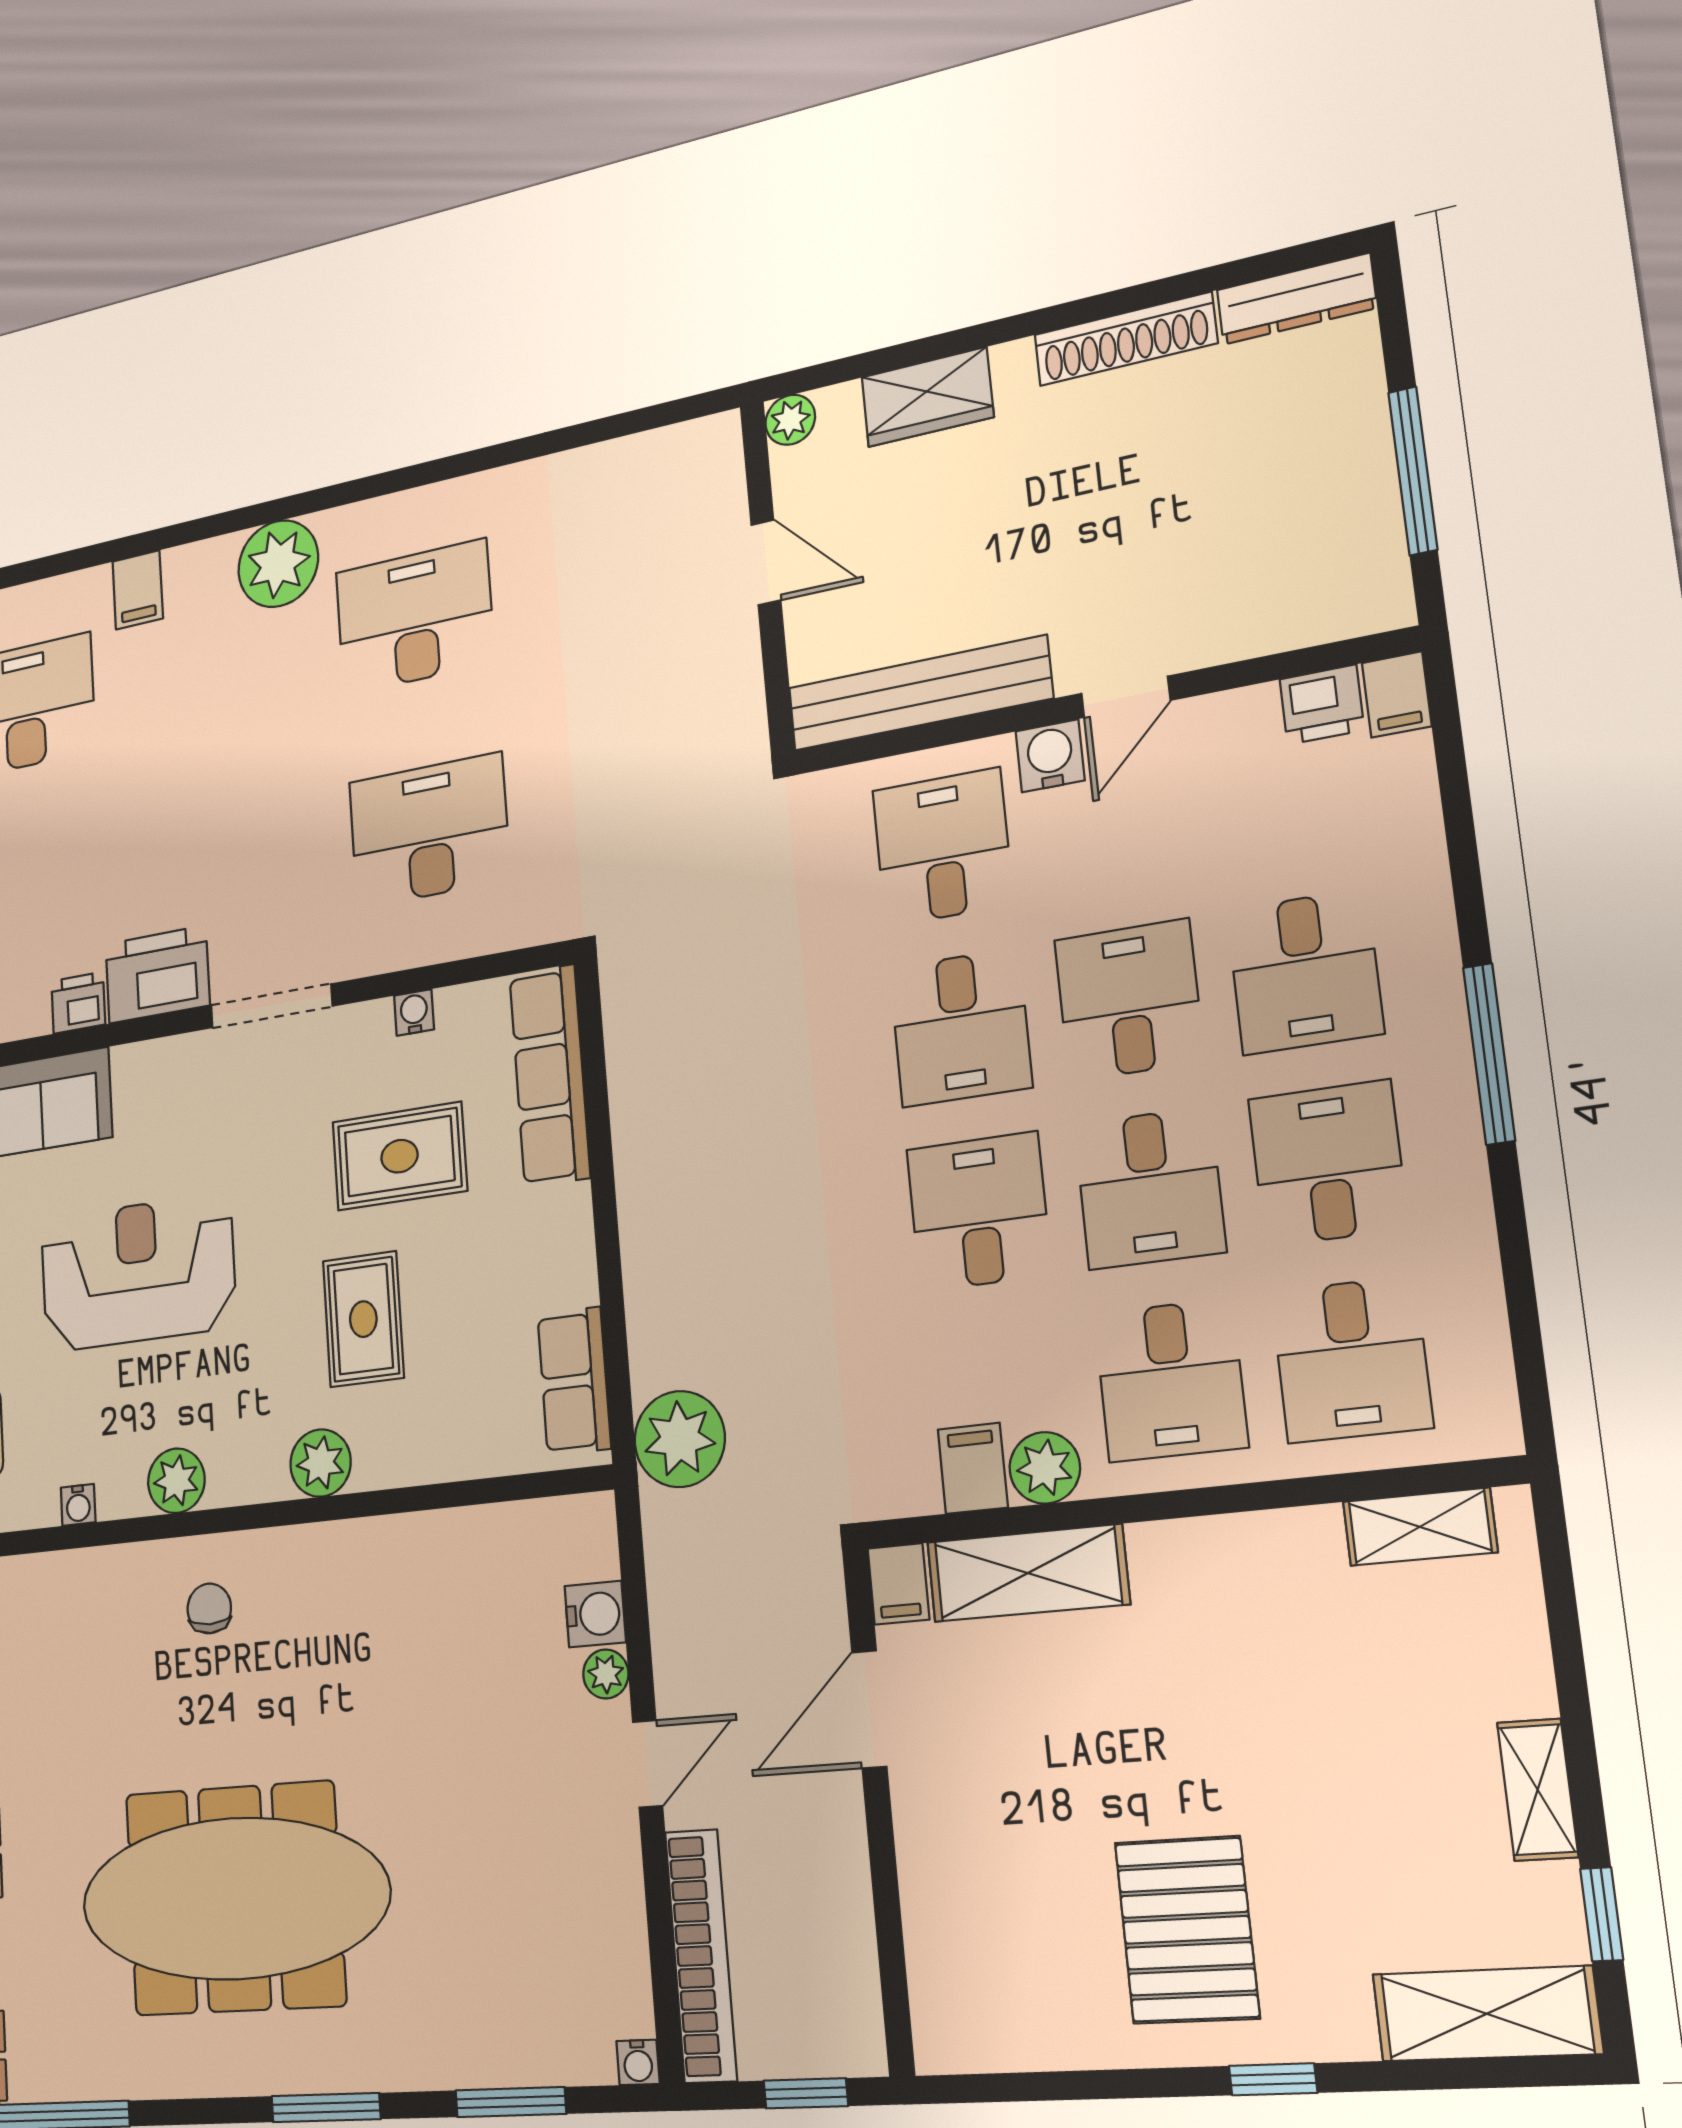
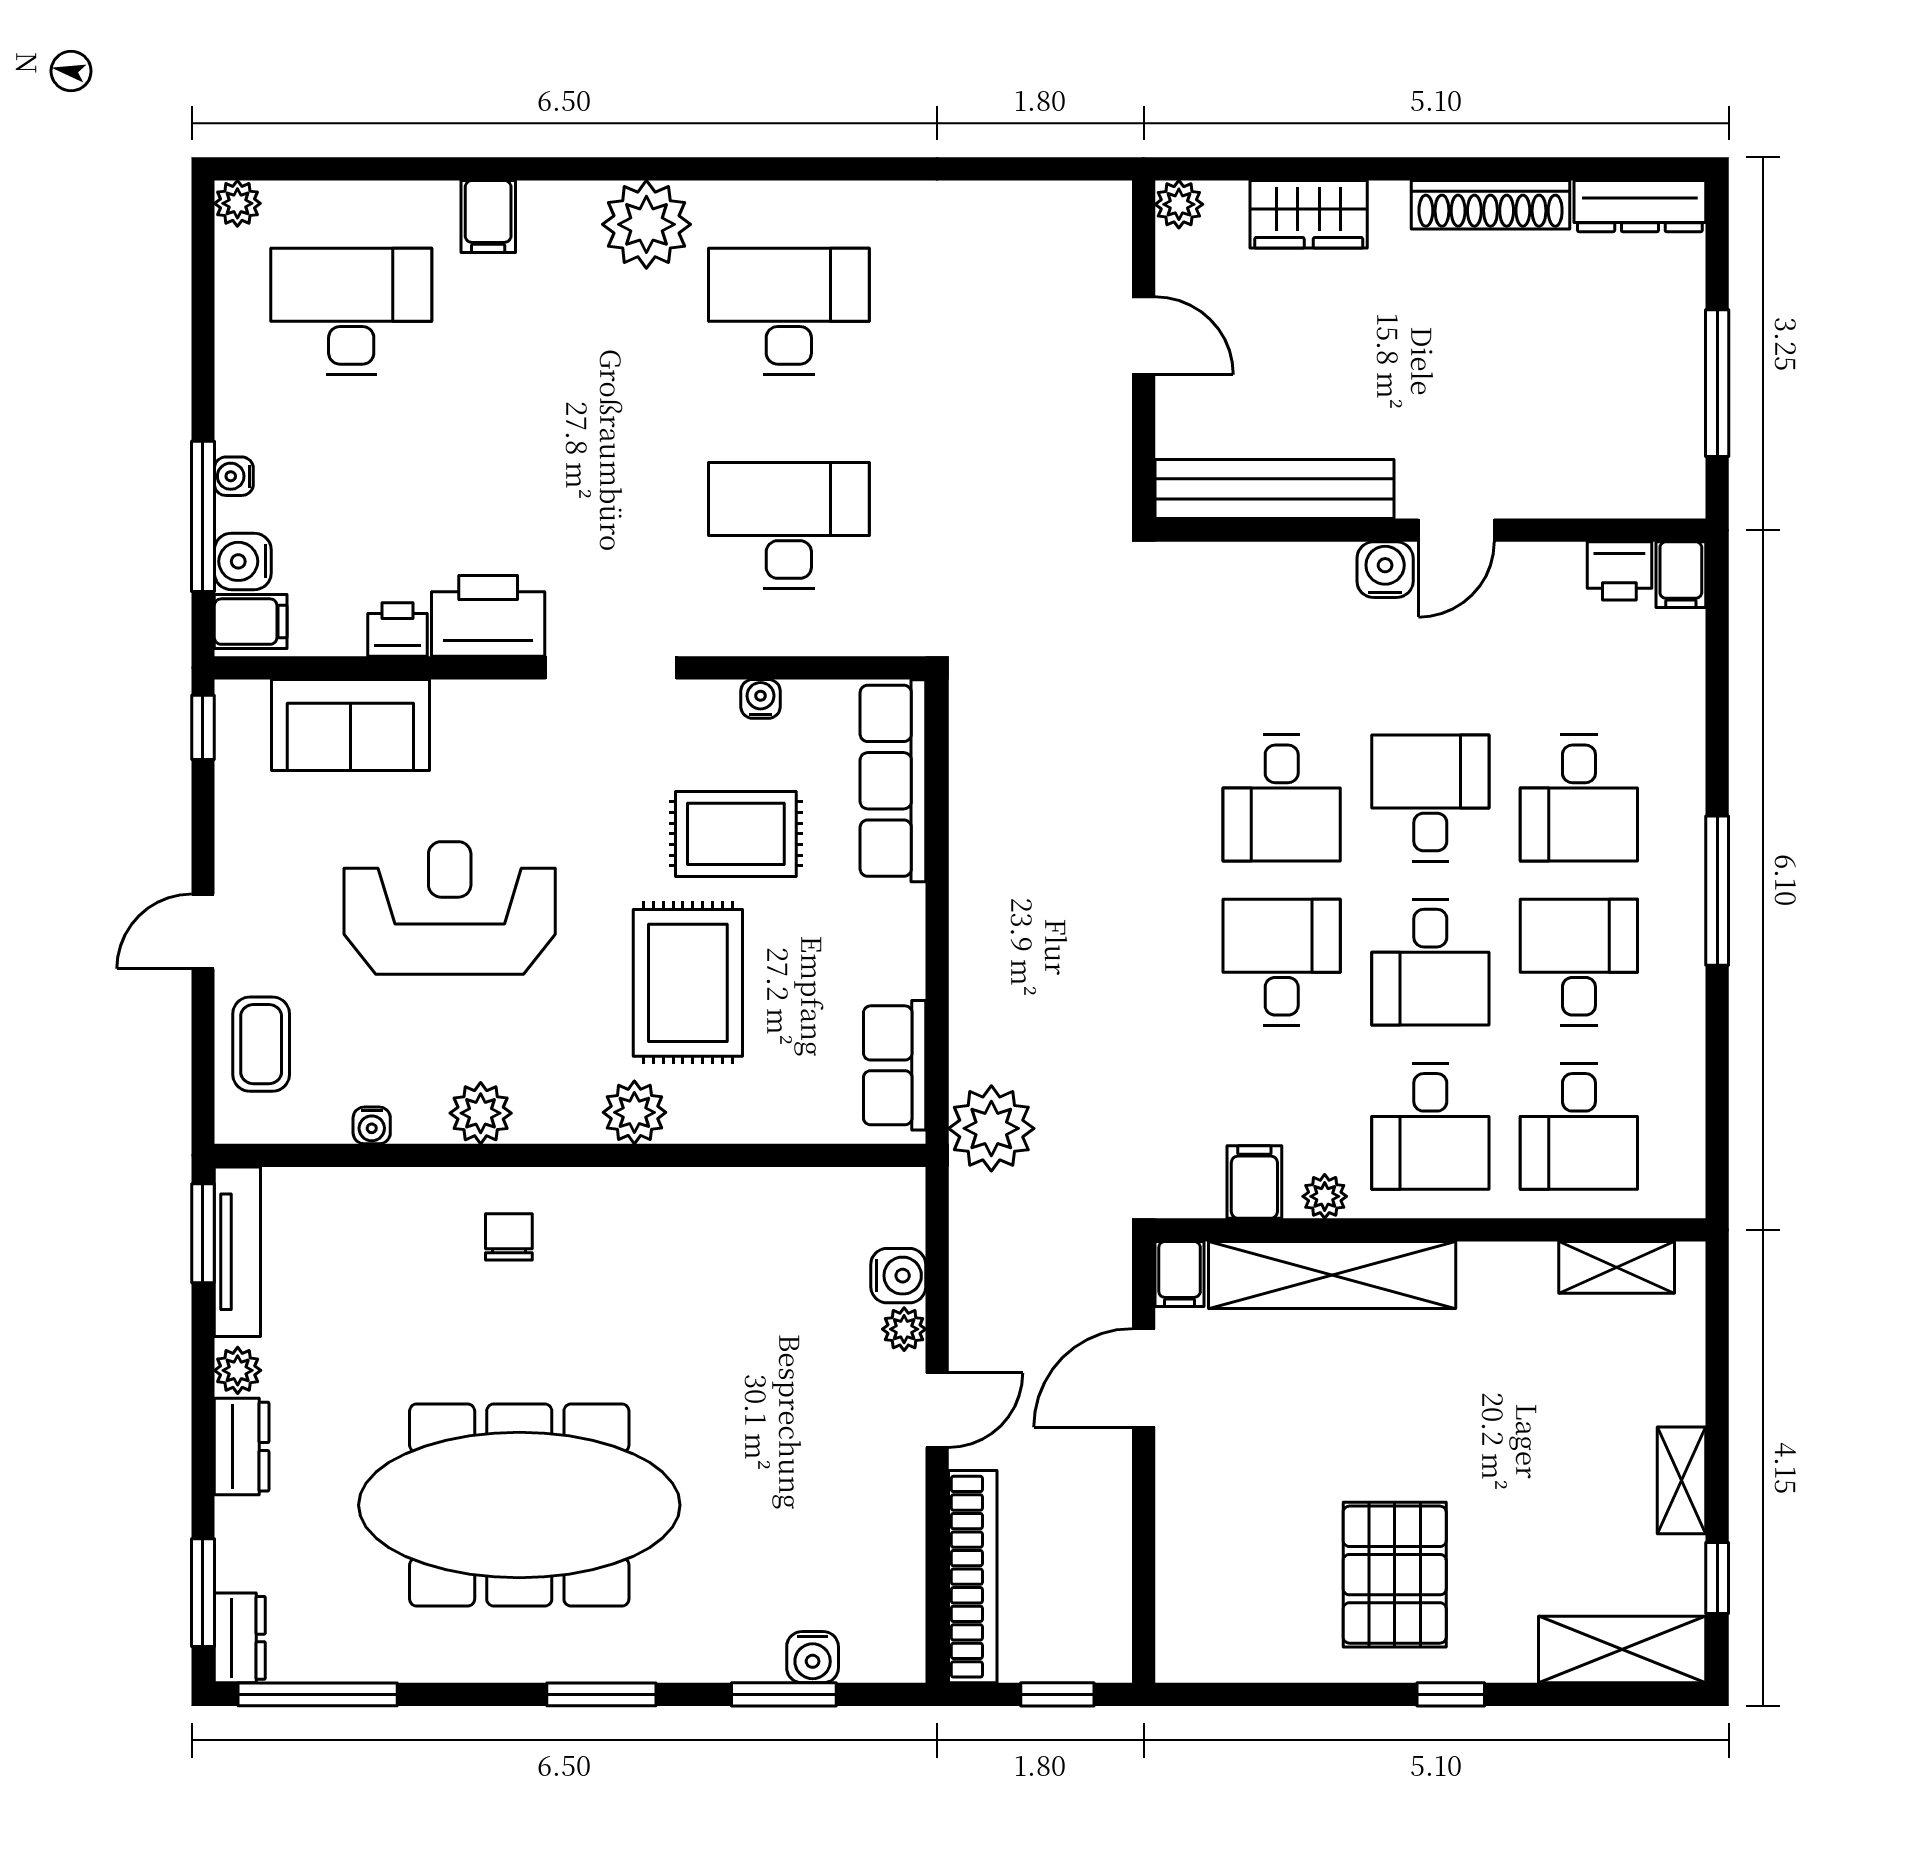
desk: (943, 847) -> (1282, 634), removed
rug: (363, 1319) -> (688, 983), width x1.36, depth x1.43
plant: (1045, 1468) -> (1325, 1196), width x0.73, depth x0.73
shelving: (1028, 1573) -> (1332, 1275), width x1.47
water cooler: (638, 2062) -> (813, 1657), moved, width x1.38, depth x1.38

